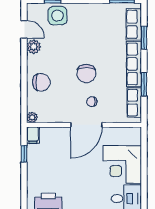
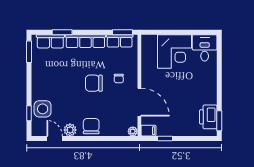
door: (24, 29) -> (55, 139), hinge flipped
chair: (86, 74) -> (94, 83), turned 180
chair: (41, 82) -> (91, 126), moved
window: (144, 84) -> (123, 32), moved
door: (86, 125) -> (139, 102), moved

